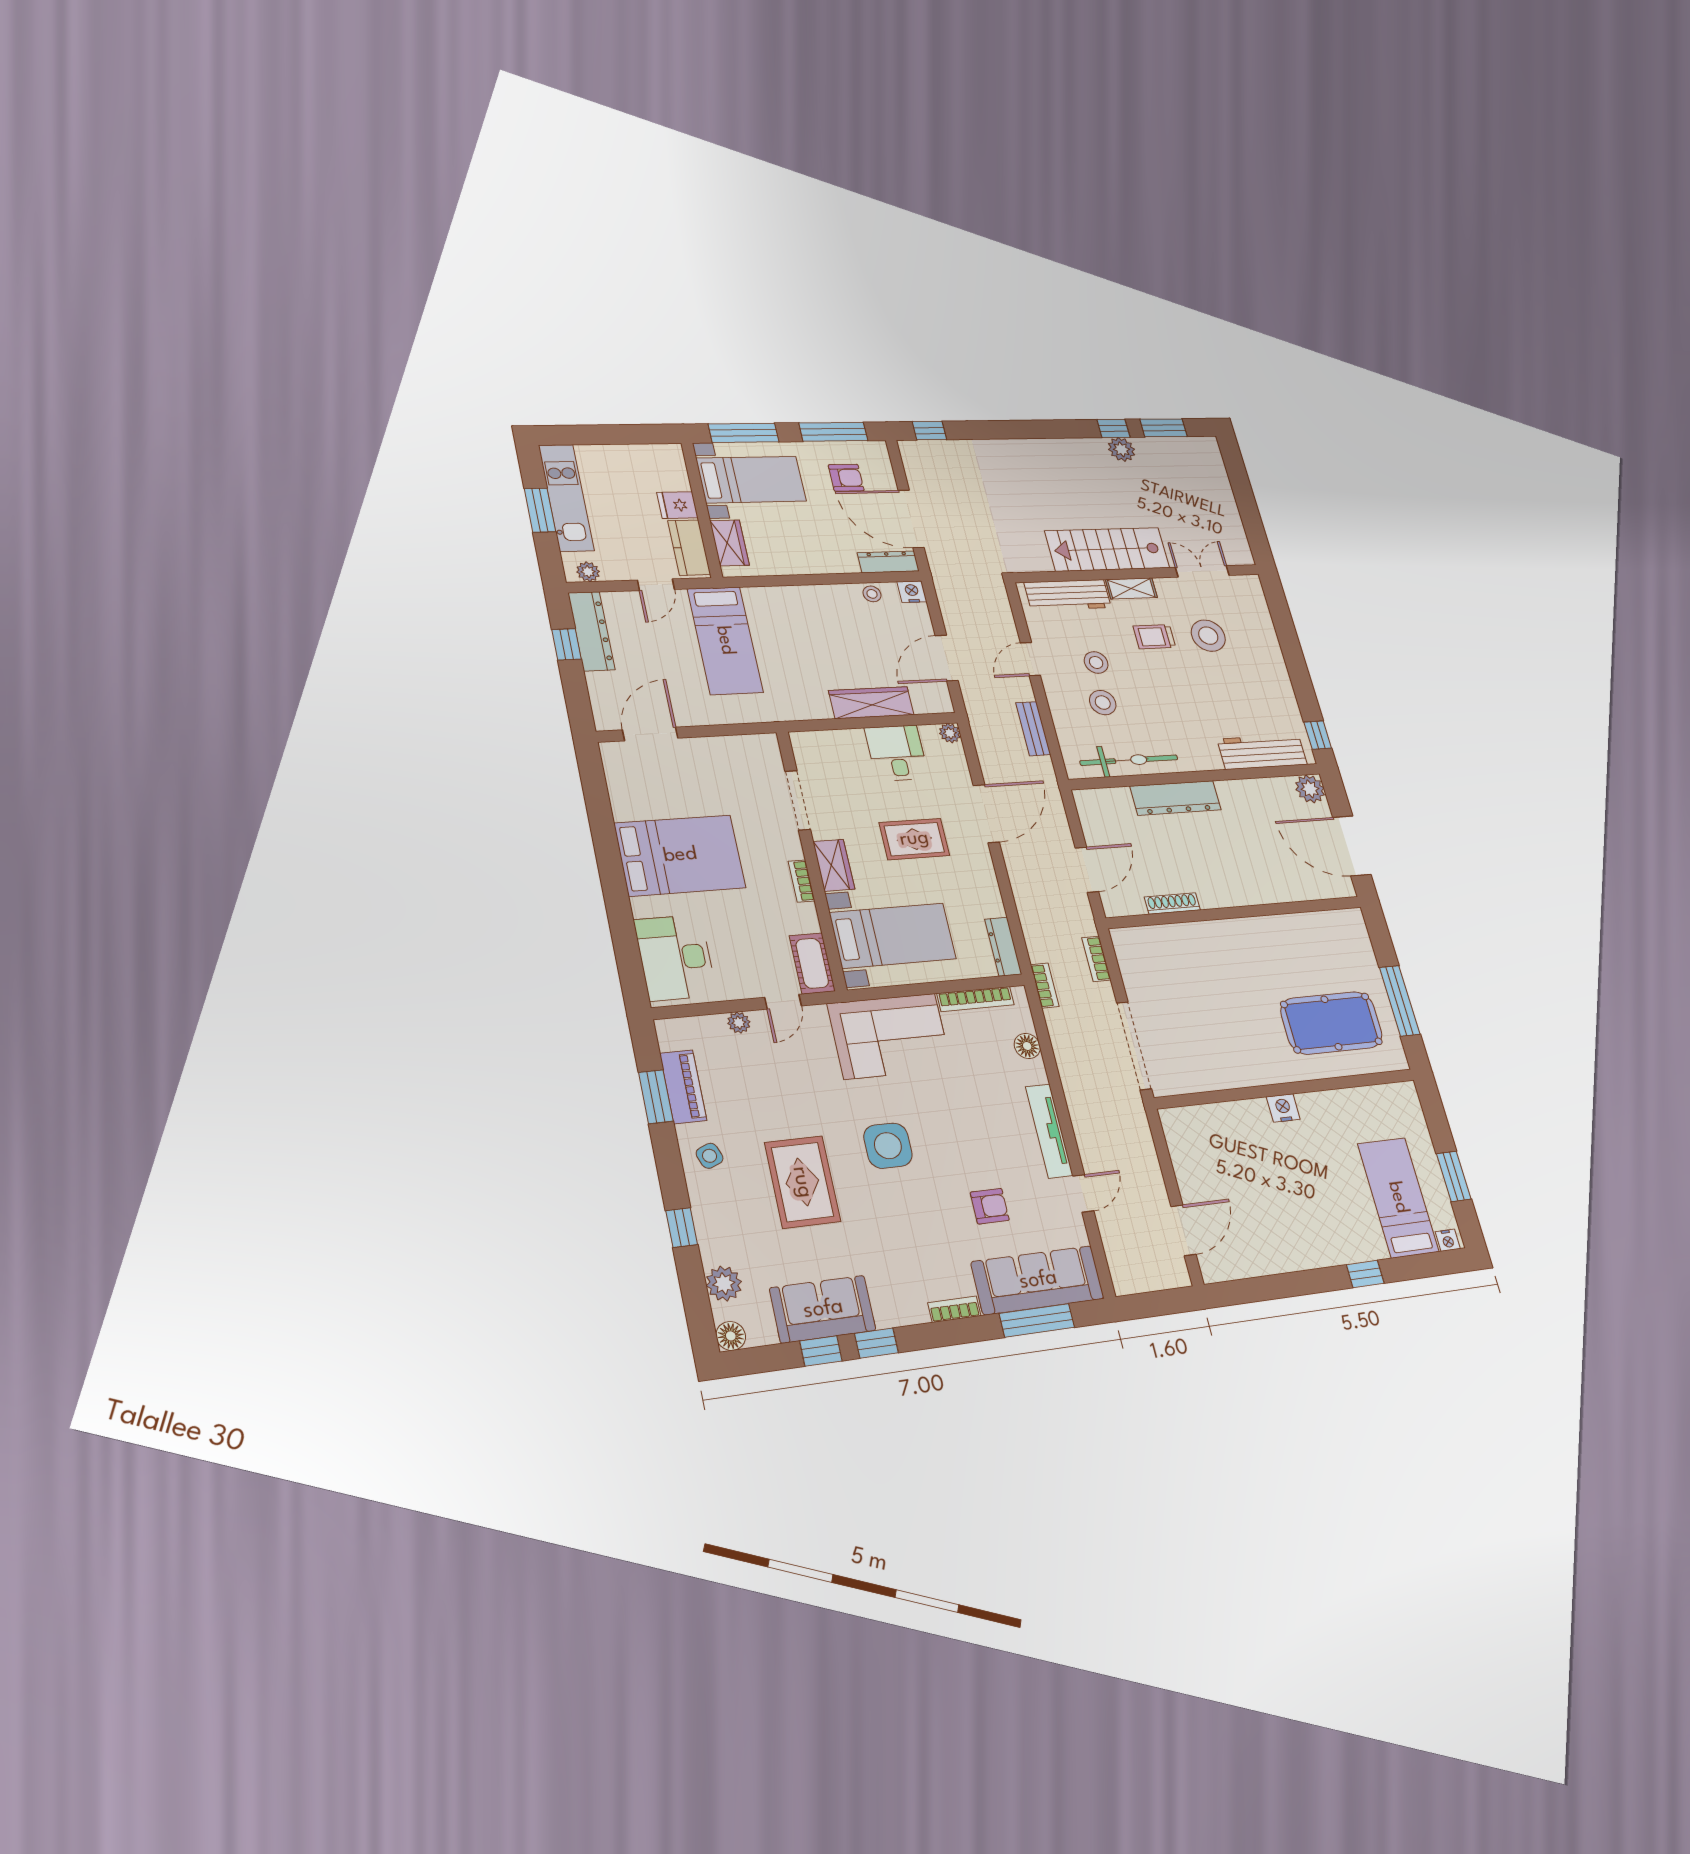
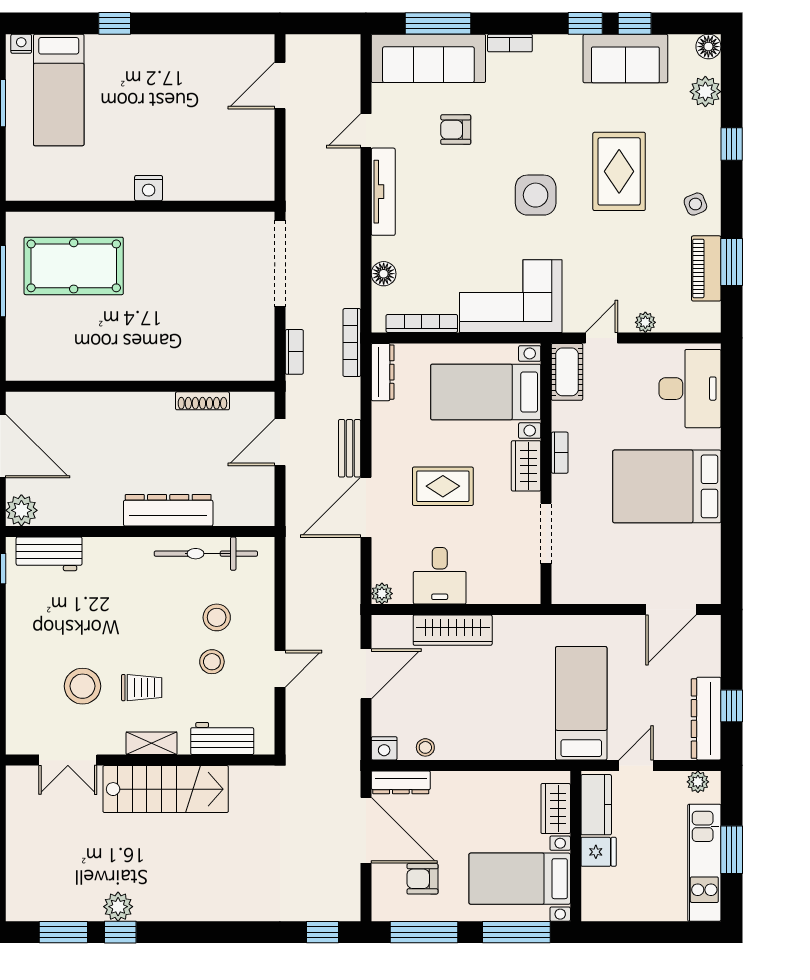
workbench: (1068, 595) -> (222, 739), width x0.73
bench: (1033, 729) -> (350, 448), moved
workbench: (1262, 752) -> (49, 554), width x0.73
bookcase: (1045, 986) -> (352, 343), width x1.56

